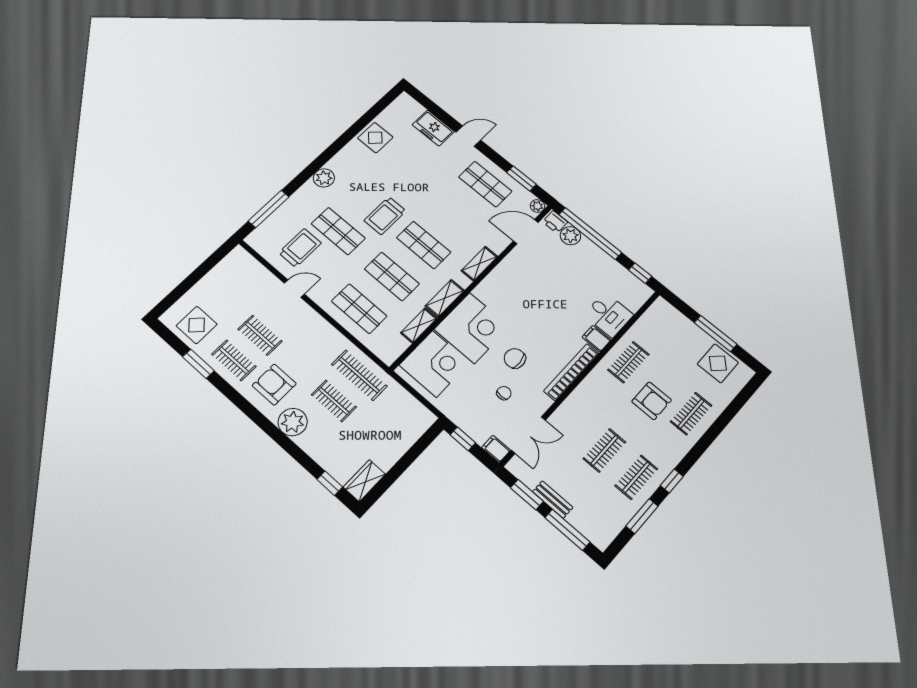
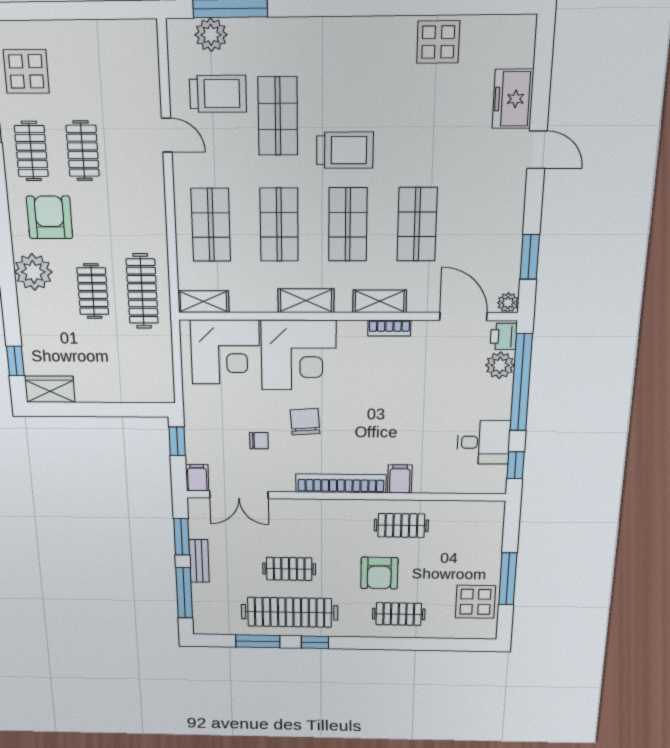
plant: (324, 178) -> (211, 35), moved
shop shelf: (485, 184) -> (417, 224), moved
trolley: (385, 216) -> (345, 150), turned 180
bookcase: (499, 271) -> (389, 328), added
desk: (608, 315) -> (483, 442), moved, turned -90
shelving: (419, 326) -> (203, 301), moved
clothes rail: (636, 477) -> (290, 612), width x1.86, depth x1.31

